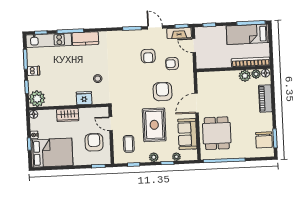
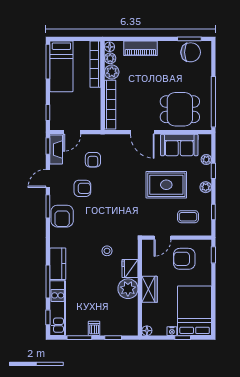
bookcase: (218, 76) -> (110, 105), added
armchair: (163, 92) -> (62, 216), moved, turned -90
plant: (37, 99) -> (128, 289), moved

